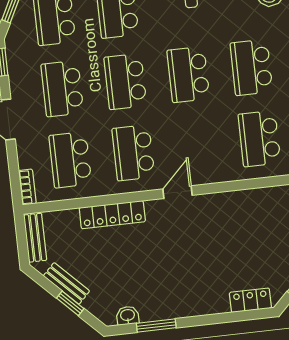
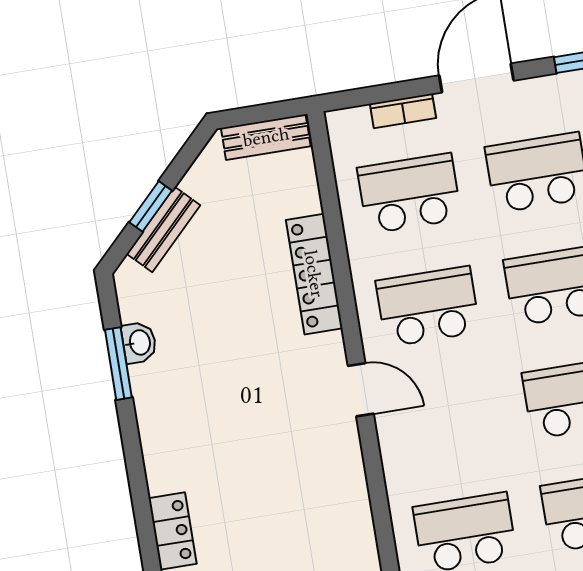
bookcase: (27, 187) -> (403, 111), moved
bench: (66, 283) -> (163, 229), moved
washbasin: (128, 316) -> (139, 343), moved

